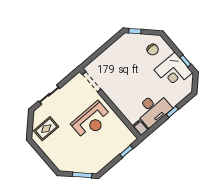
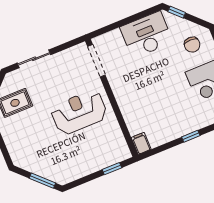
desk: (153, 109) -> (146, 35), moved, turned 180
reception desk: (91, 121) -> (79, 112), turned 180

